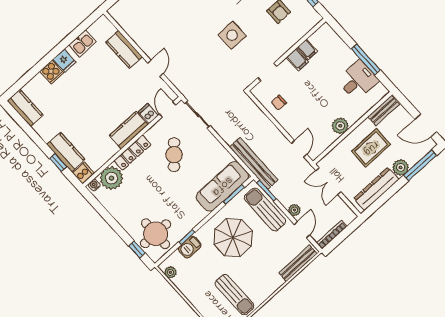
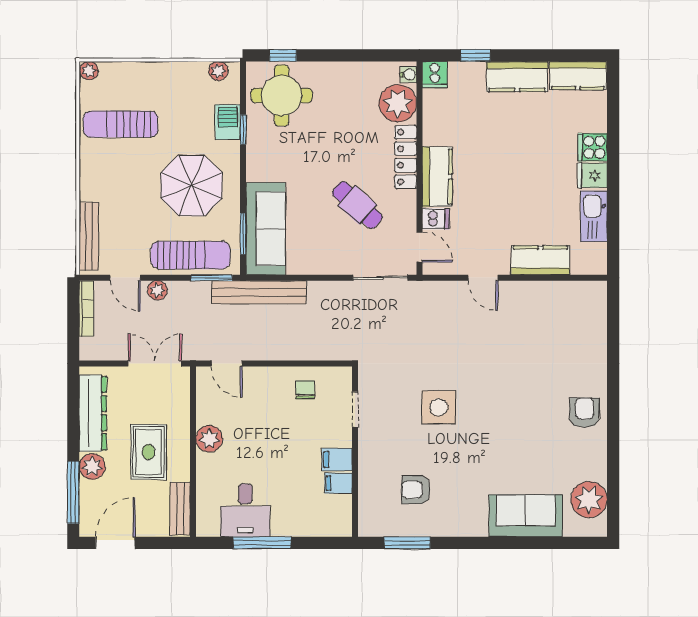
kitchen sink: (82, 43) -> (594, 216), width x1.38
kitchen counter: (66, 152) -> (517, 77), moved

